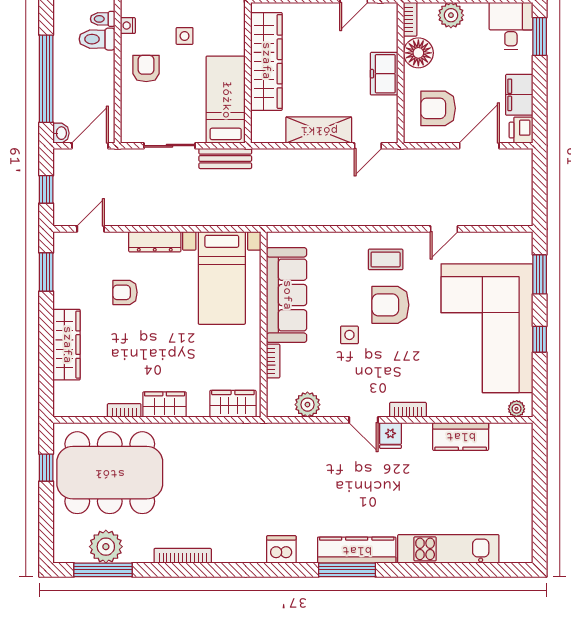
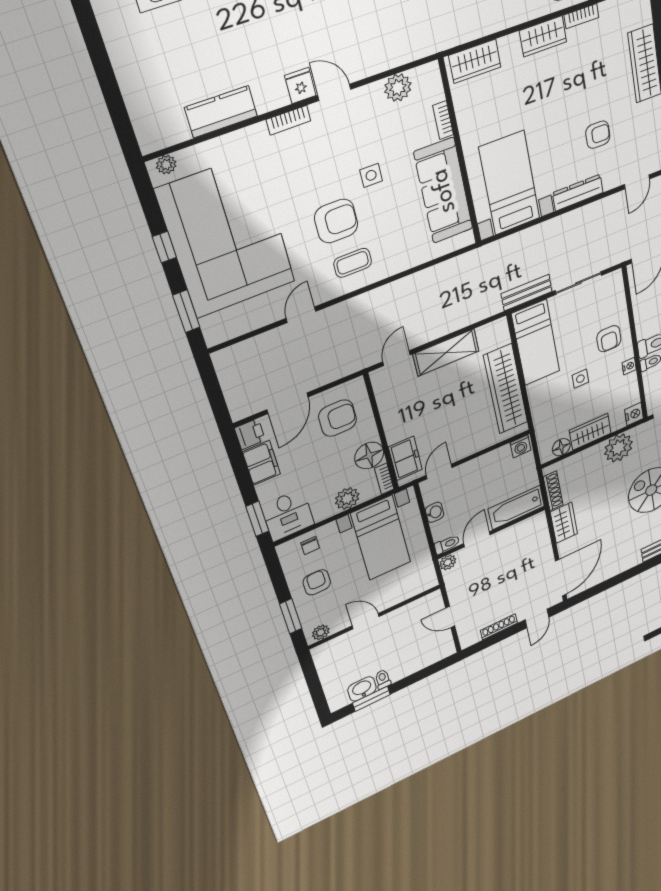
freezer: (384, 74) -> (405, 458), moved

